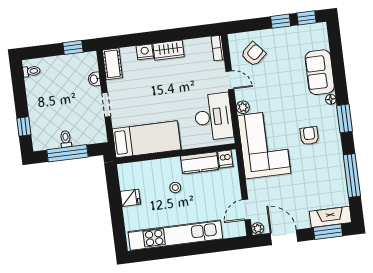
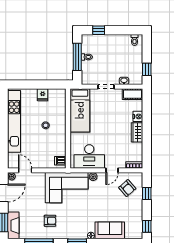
window: (281, 21) -> (147, 194), moved
armchair: (309, 136) -> (50, 221), moved
kitchen counter: (200, 163) -> (60, 143), removed

